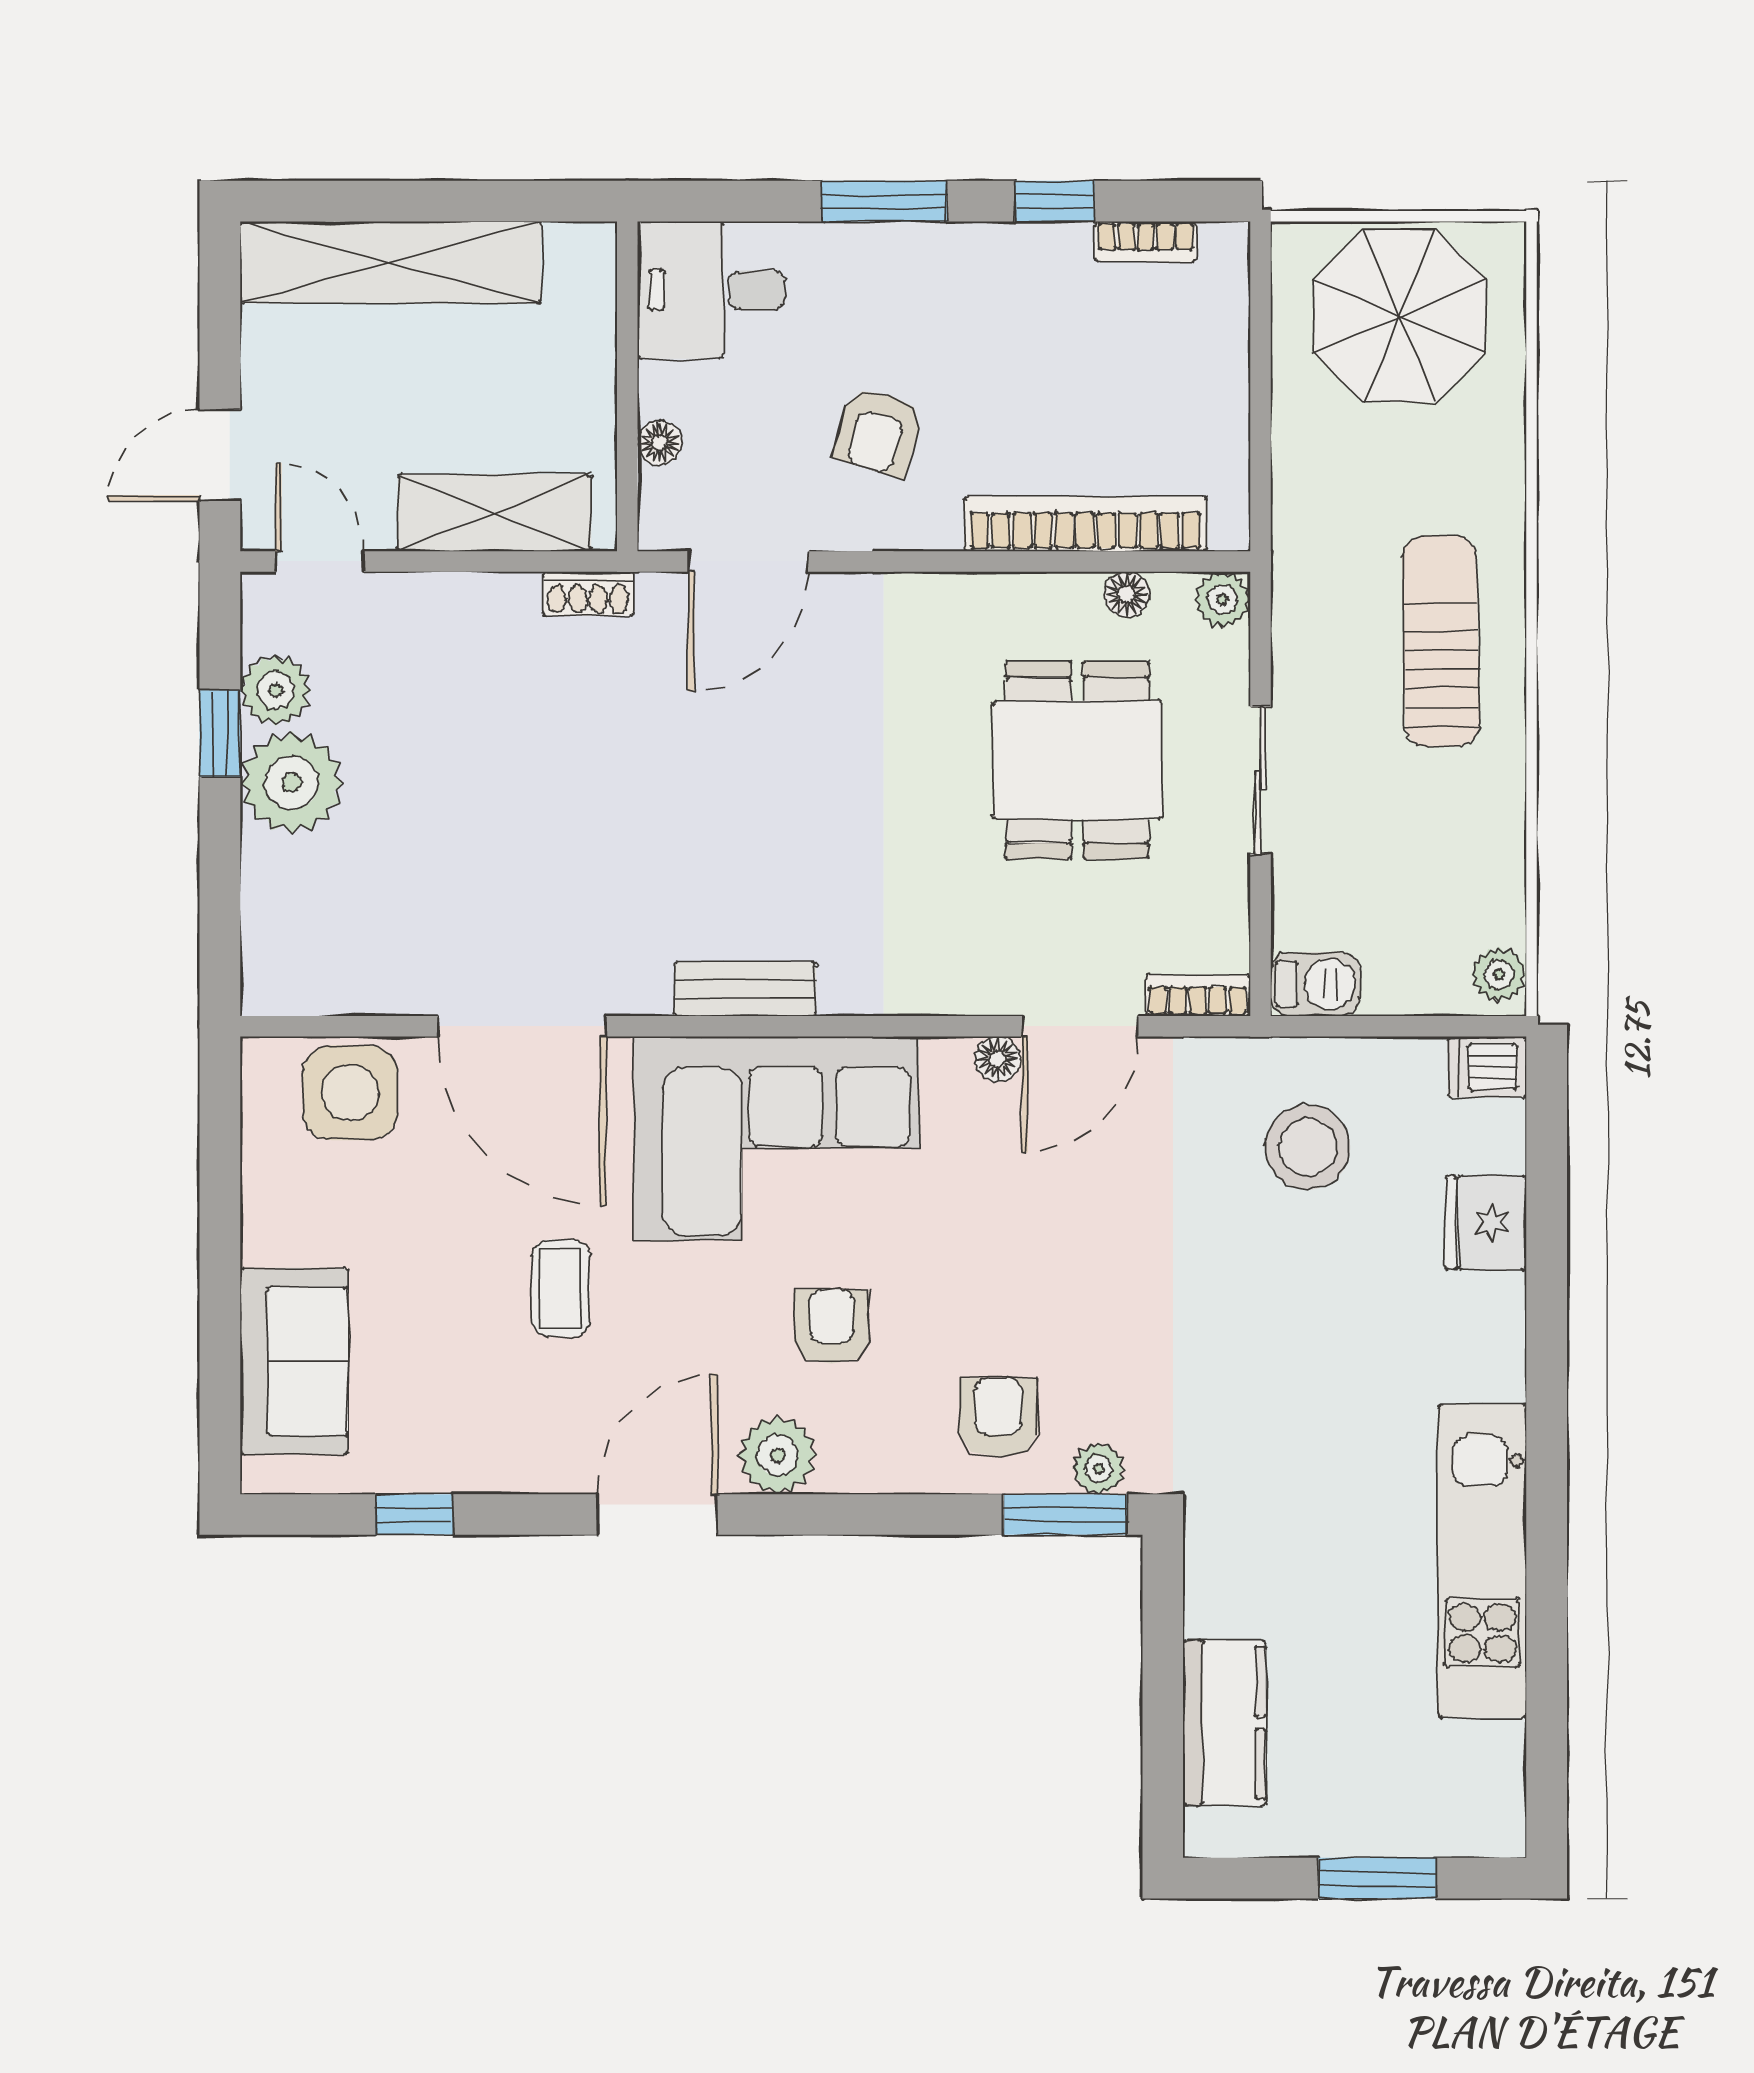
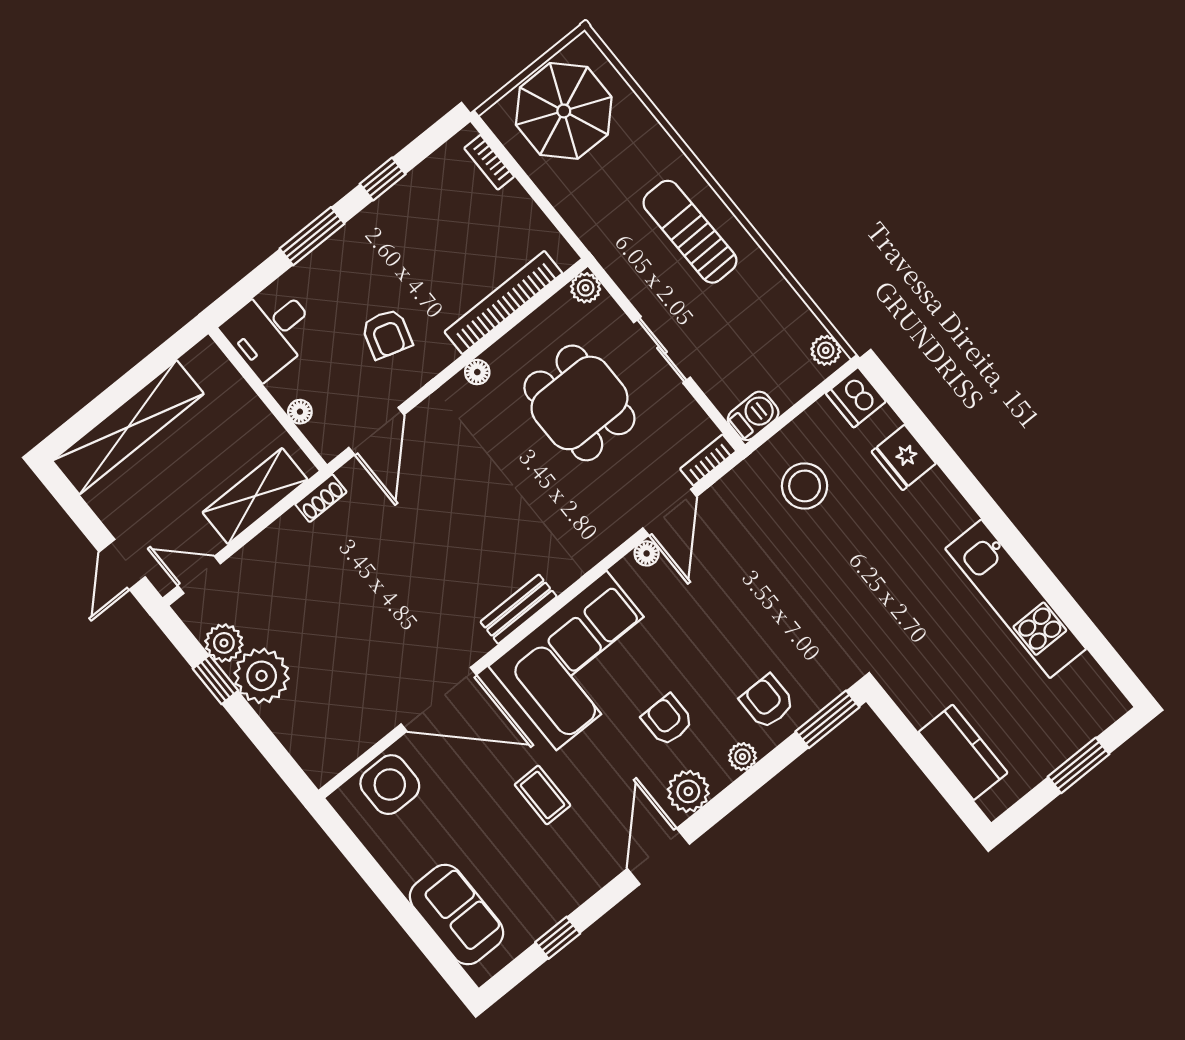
bookcase: (1146, 242) -> (489, 162), moved, turned 90
floor lamp: (1127, 594) -> (477, 372), moved
dishwasher: (1487, 1067) -> (856, 397), width x1.38
plant: (1099, 1469) -> (742, 757), moved

